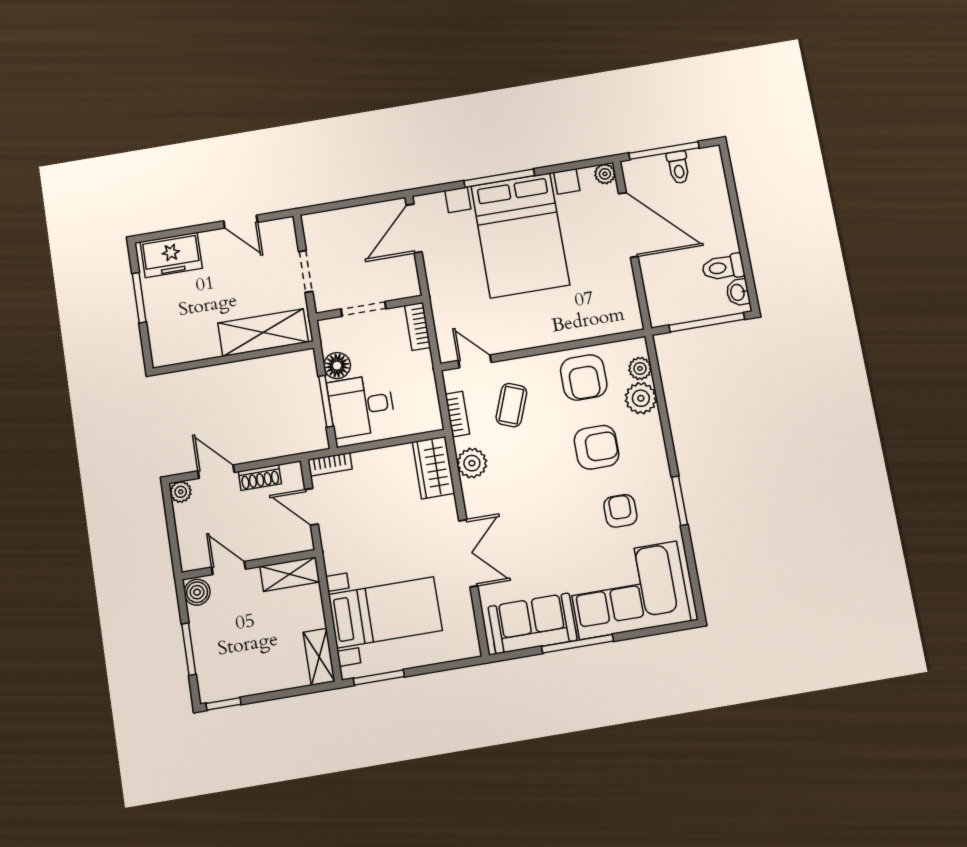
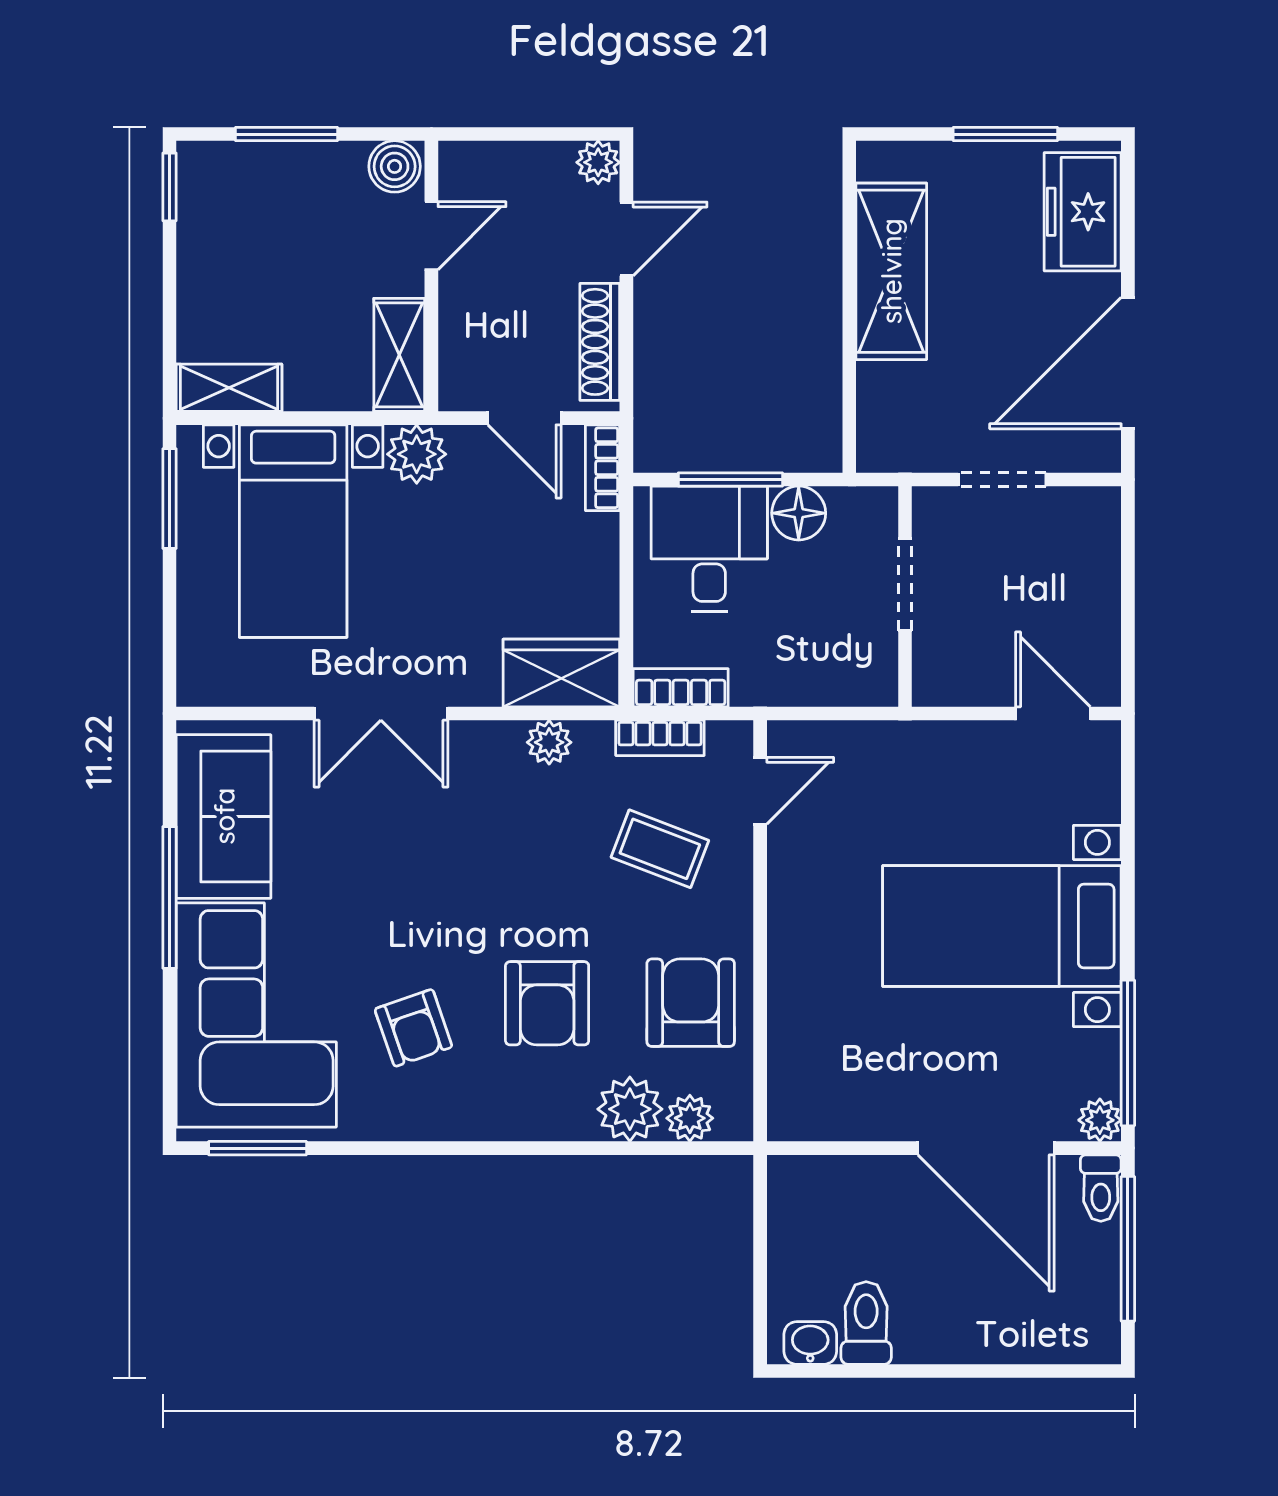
toilet: (678, 167) -> (1101, 1188), moved, turned -90
window: (499, 178) -> (1128, 1053), moved
door: (241, 222) -> (1128, 363), width x1.88
door: (628, 225) -> (986, 1148), hinge flipped
door: (414, 228) -> (1053, 713), width x0.73
bed with nightstands: (520, 235) -> (1002, 926), width x0.73
window: (707, 322) -> (760, 1269), removed
bookcase: (418, 326) -> (681, 688), moved
shelving: (263, 333) -> (891, 271), moved
armchair: (584, 378) -> (691, 1003), turned 90
plant: (472, 463) -> (549, 742), width x0.73, depth x0.73
shoe rack: (260, 478) -> (600, 342), width x1.43
window: (680, 501) -> (258, 1148), moved
door: (312, 507) -> (524, 418), swing flipped
armchair: (620, 511) -> (413, 1028), turned 71
plant: (337, 557) -> (417, 454), added

